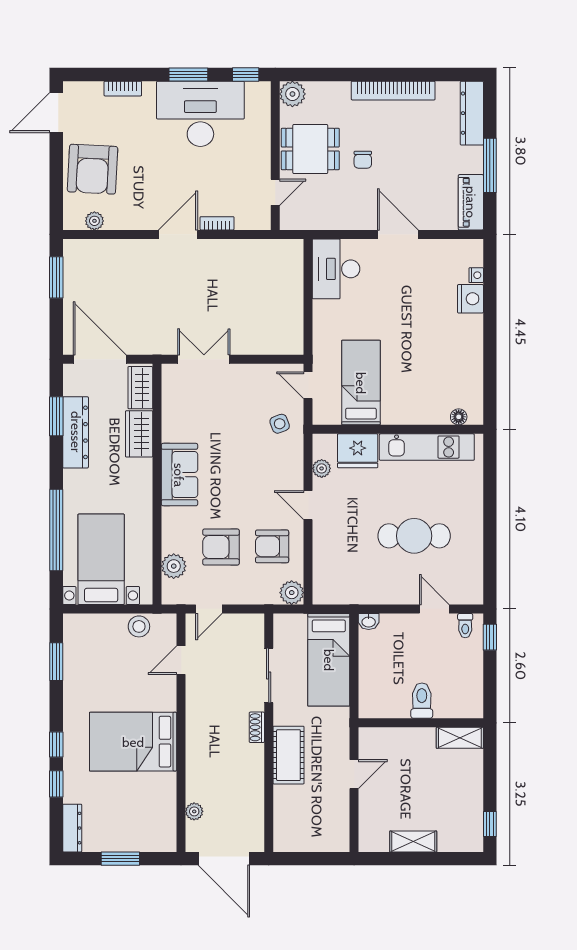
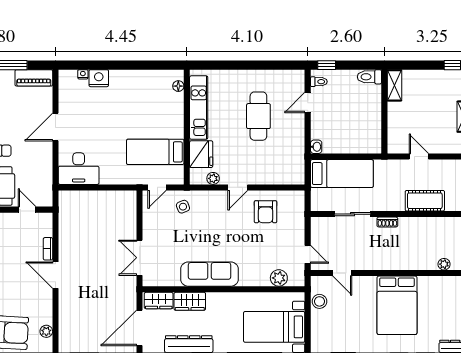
sofa: (179, 475) -> (210, 274), width x1.36
armchair: (221, 547) -> (266, 246), removed
plant: (292, 593) -> (297, 199), removed
toilet: (422, 701) -> (369, 77), moved
cot: (288, 755) -> (425, 201), moved

